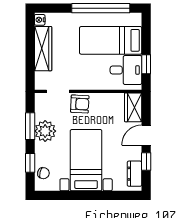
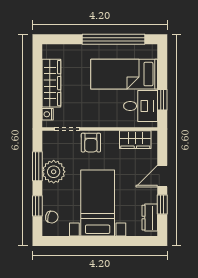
nightstand: (40, 20) -> (48, 114), moved
armchair: (80, 104) -> (91, 143), turned 87
wardrobe: (133, 107) -> (135, 140), moved, turned -90

